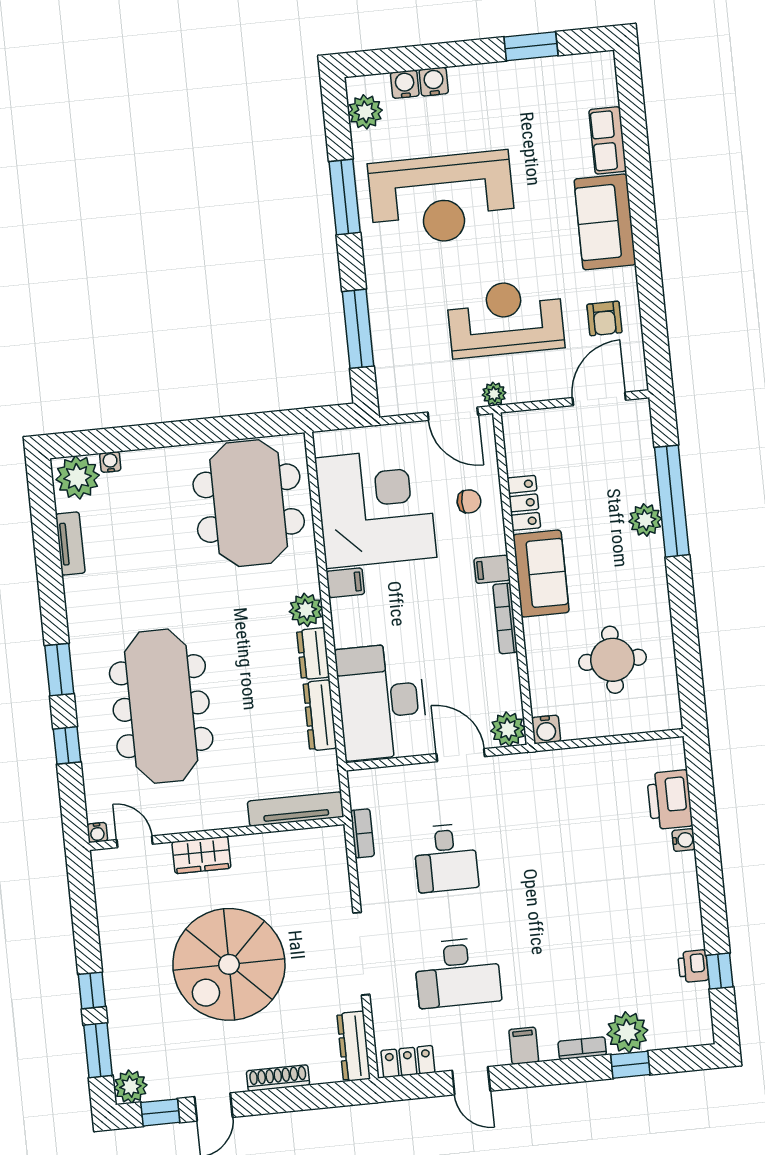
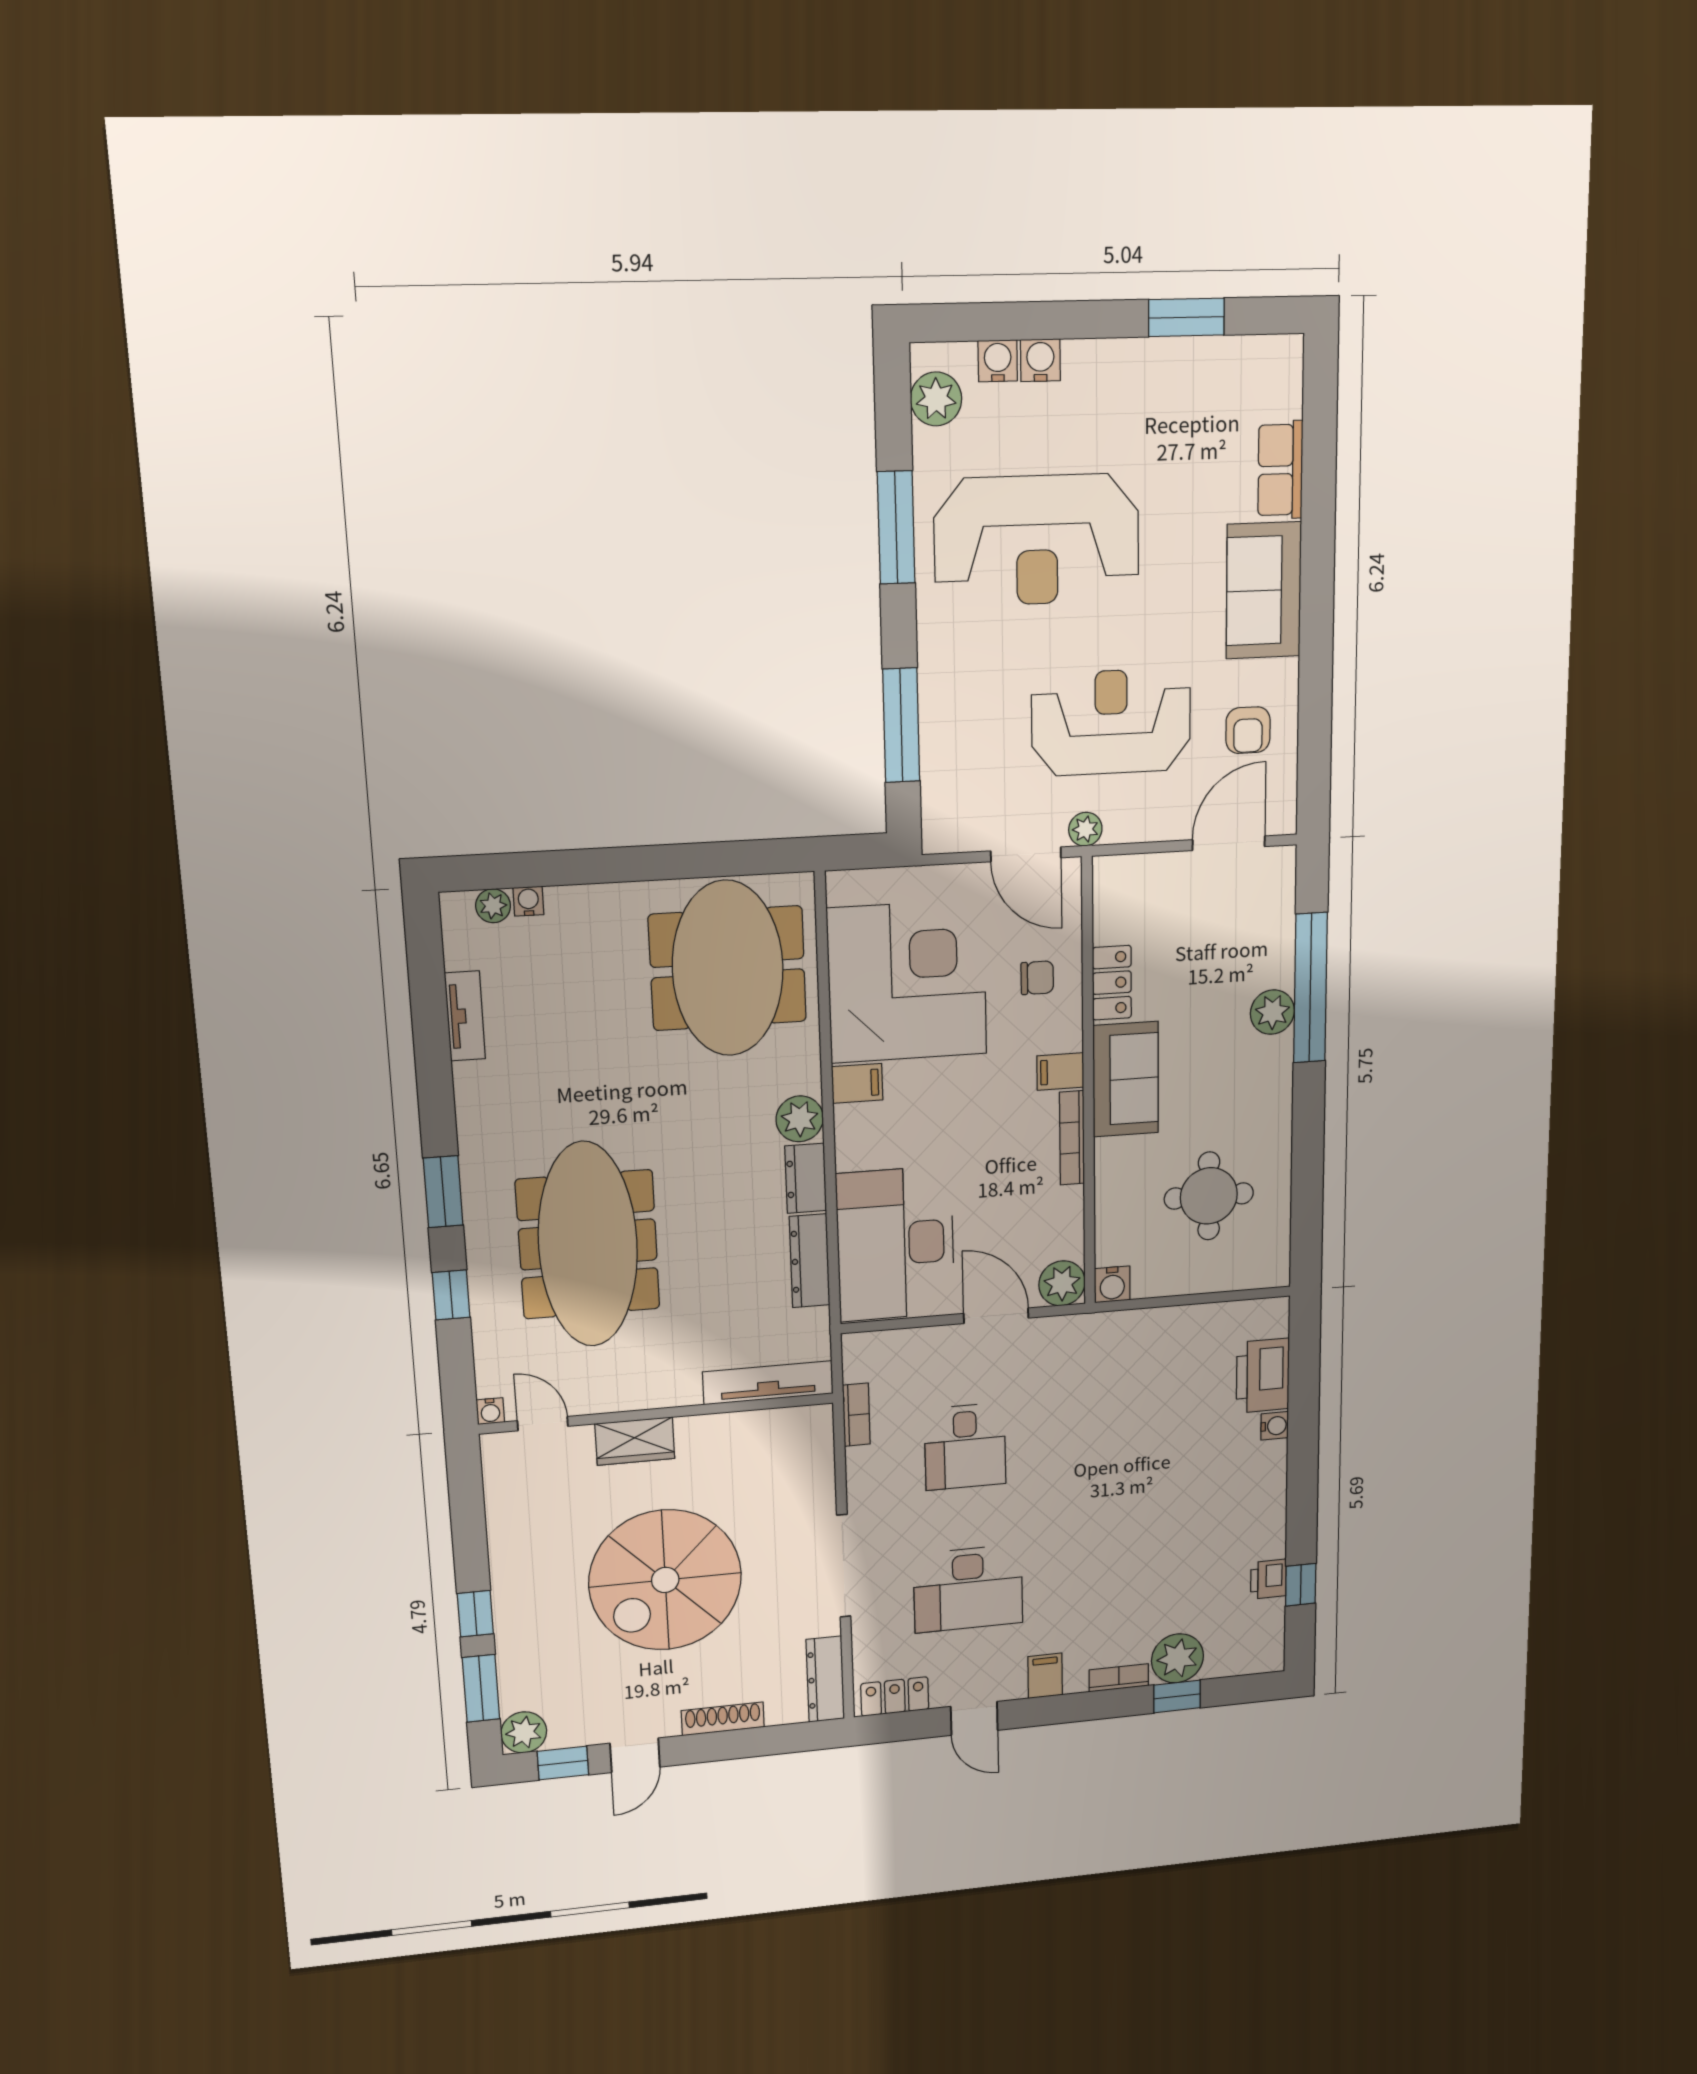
plant: (78, 477) -> (493, 906), width x0.53, depth x0.53

